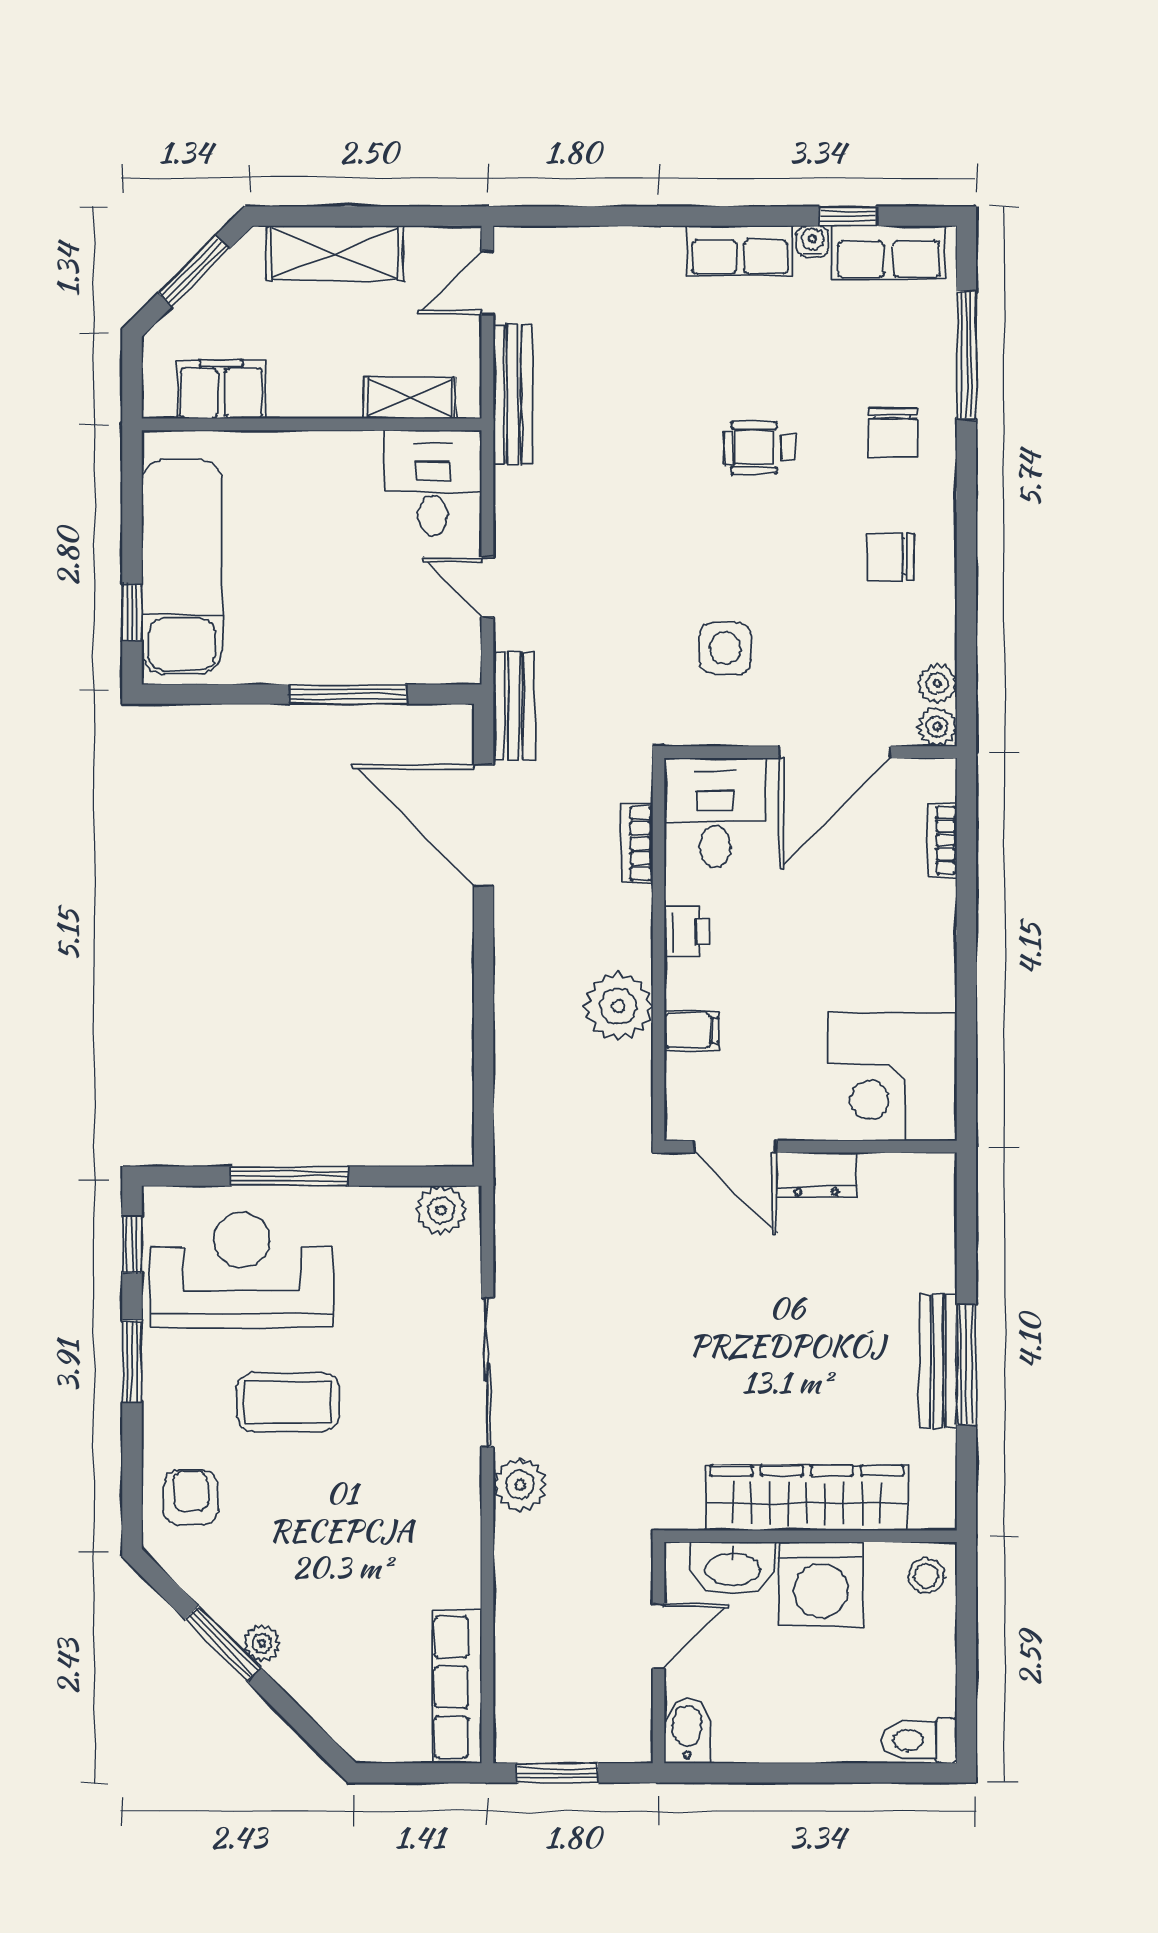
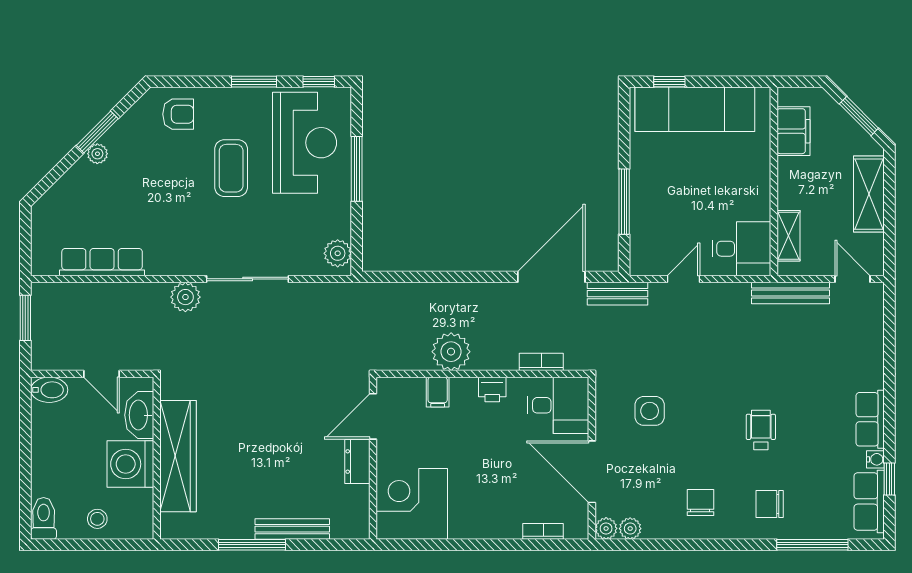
bench: (938, 1361) -> (292, 529), moved
stool: (926, 1576) -> (97, 519), moved
row of seats: (457, 1687) -> (102, 262), moved

